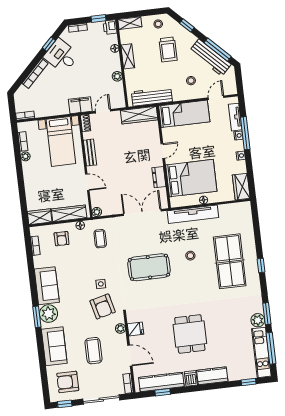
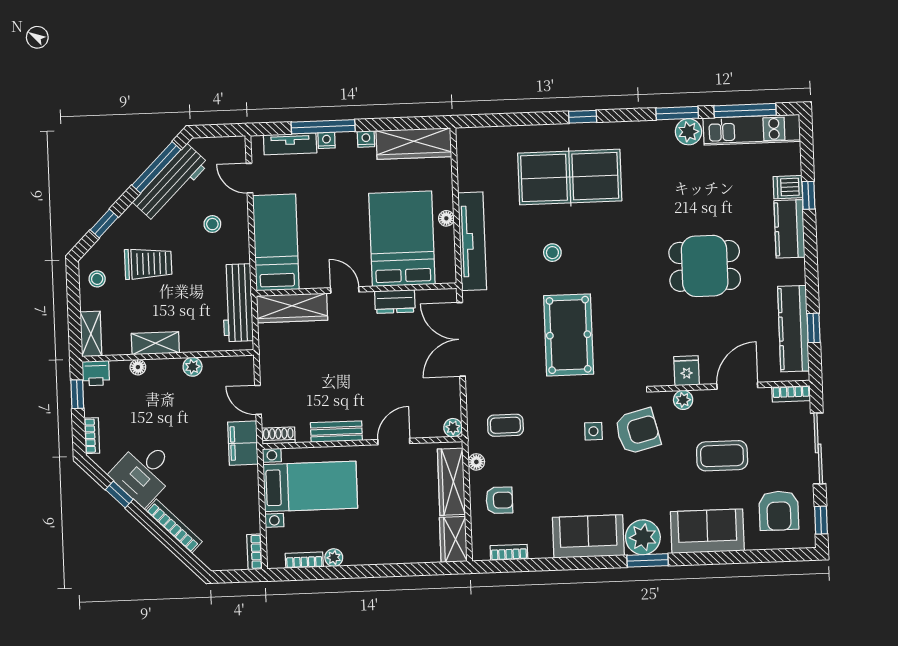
wardrobe: (139, 115) -> (292, 308), moved, turned 90
wardrobe: (241, 187) -> (414, 144), width x1.50
dishwasher: (191, 378) -> (788, 187), moved
window: (249, 382) -> (808, 195), moved

